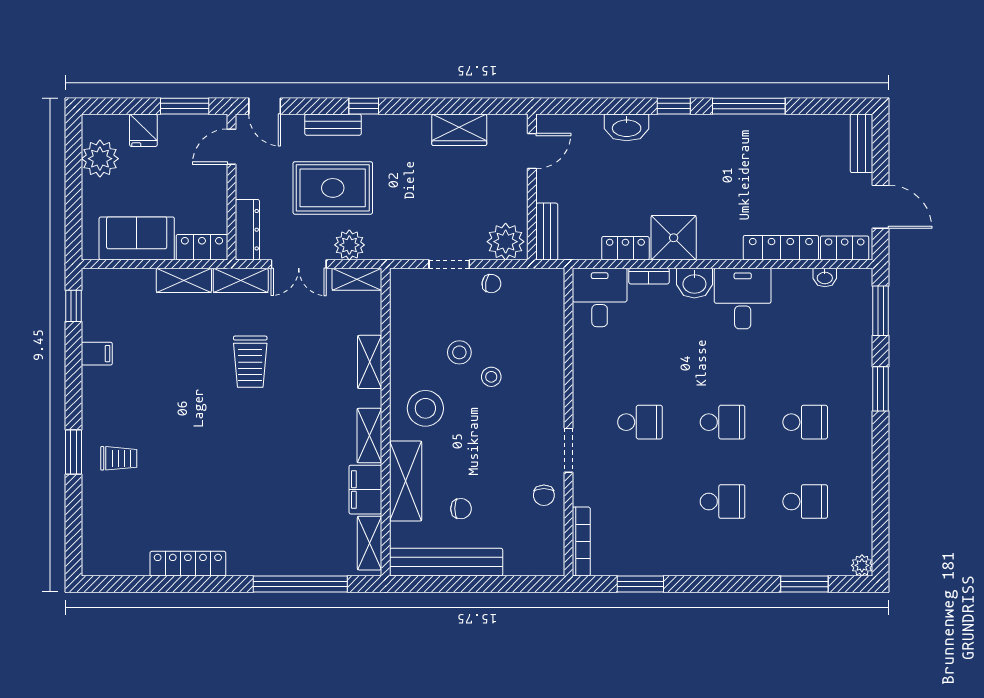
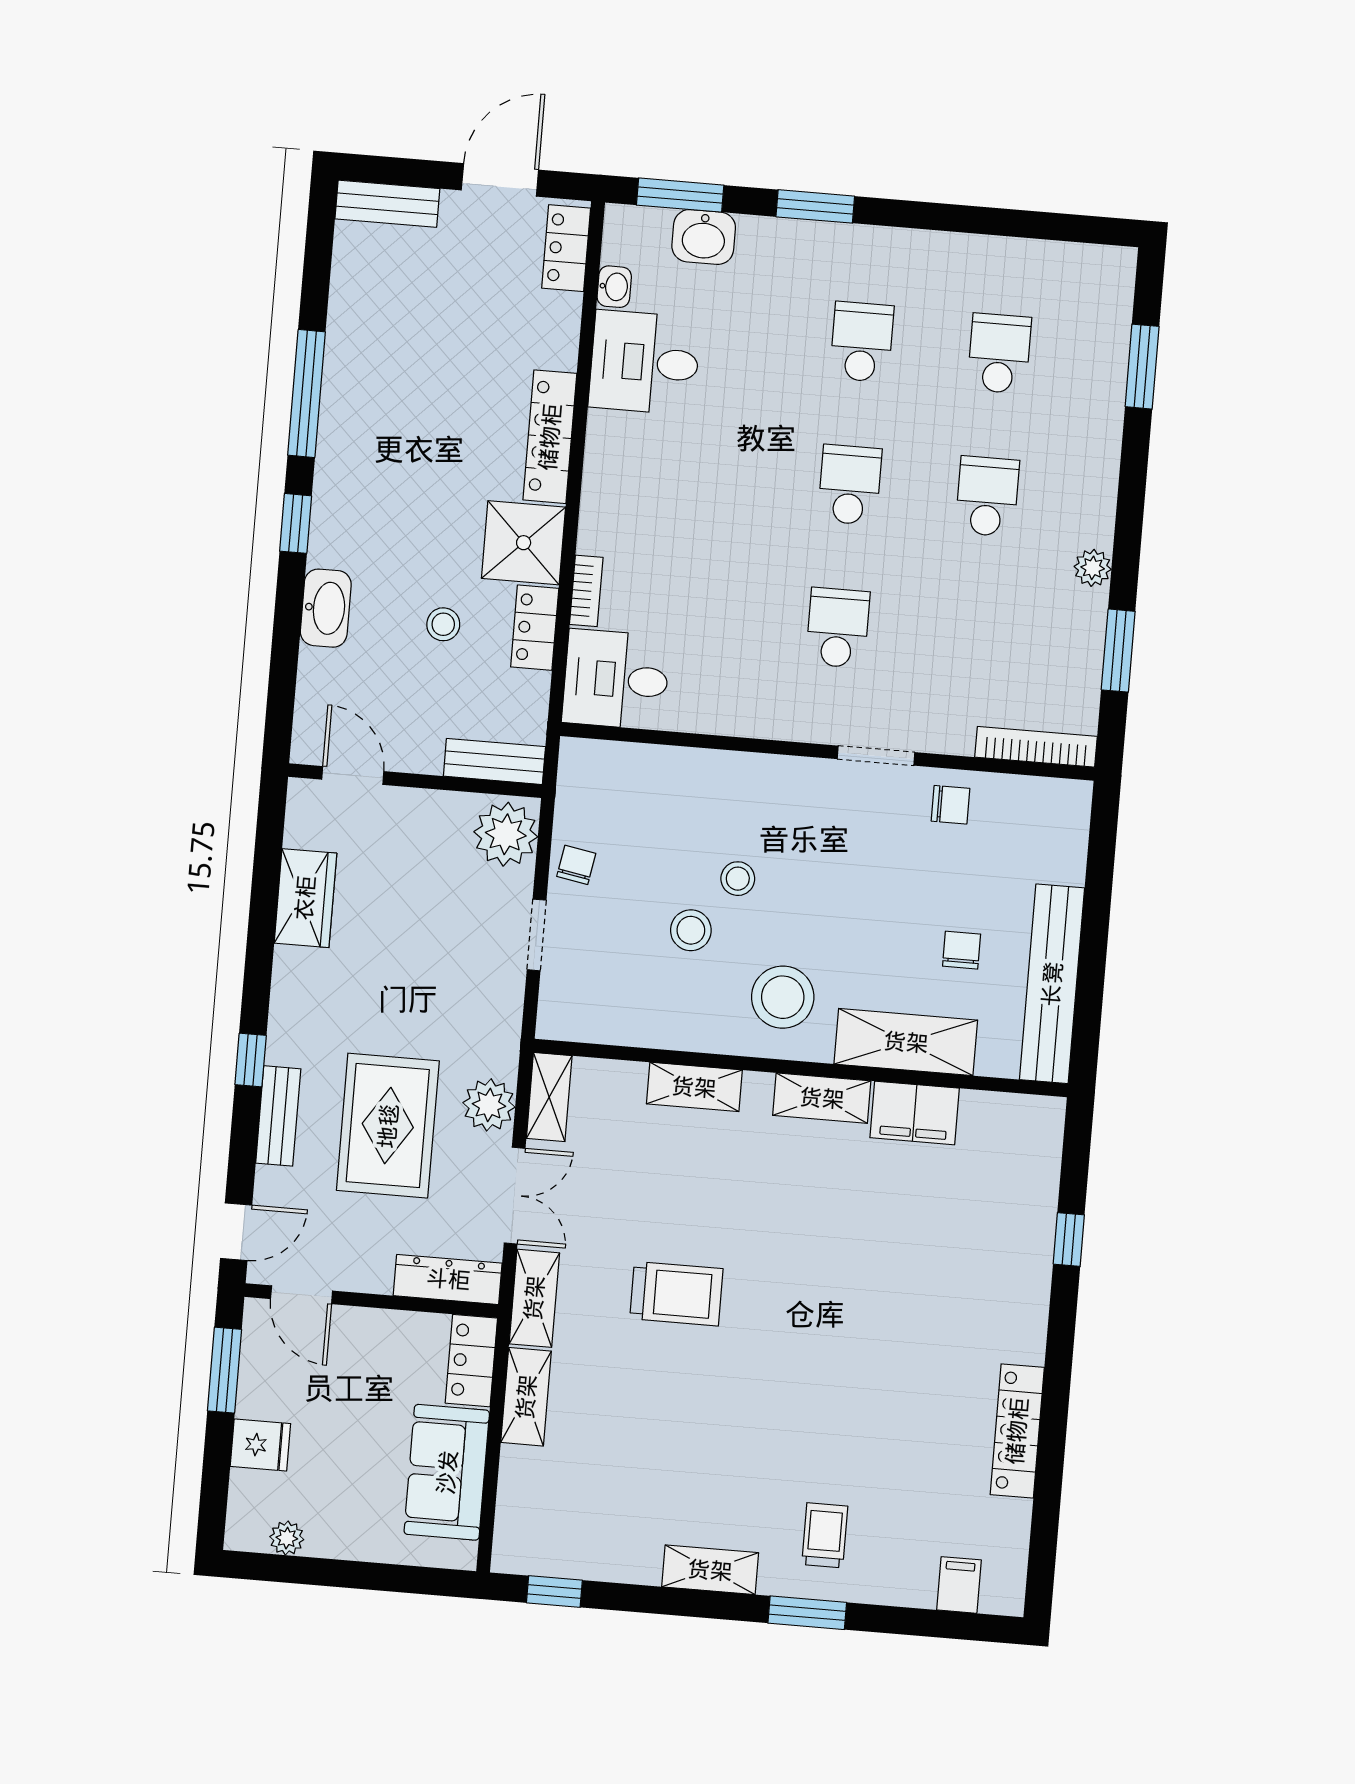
plant: (100, 159) -> (287, 1538), width x0.53, depth x0.53
stool: (623, 196) -> (443, 624), added
locker: (781, 248) -> (550, 437), moved
washbasin: (694, 283) -> (704, 237), moved, turned 90
desk: (743, 299) -> (645, 362), moved
filing cabinet: (97, 354) -> (959, 1585), moved
shelving: (370, 543) -> (710, 1570), moved
plant: (862, 565) -> (1093, 568), moved
window: (300, 584) -> (1069, 1239), width x0.32

